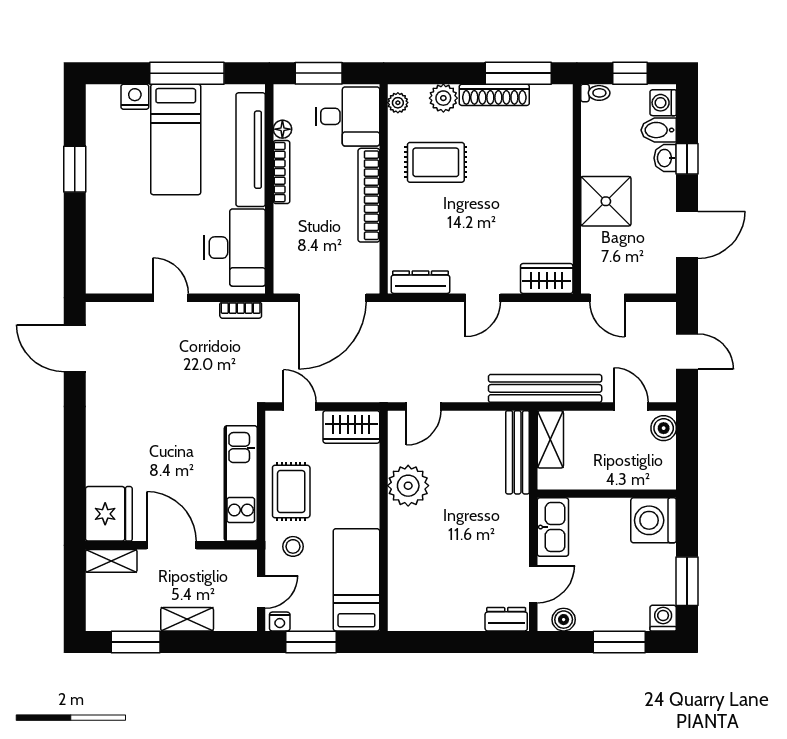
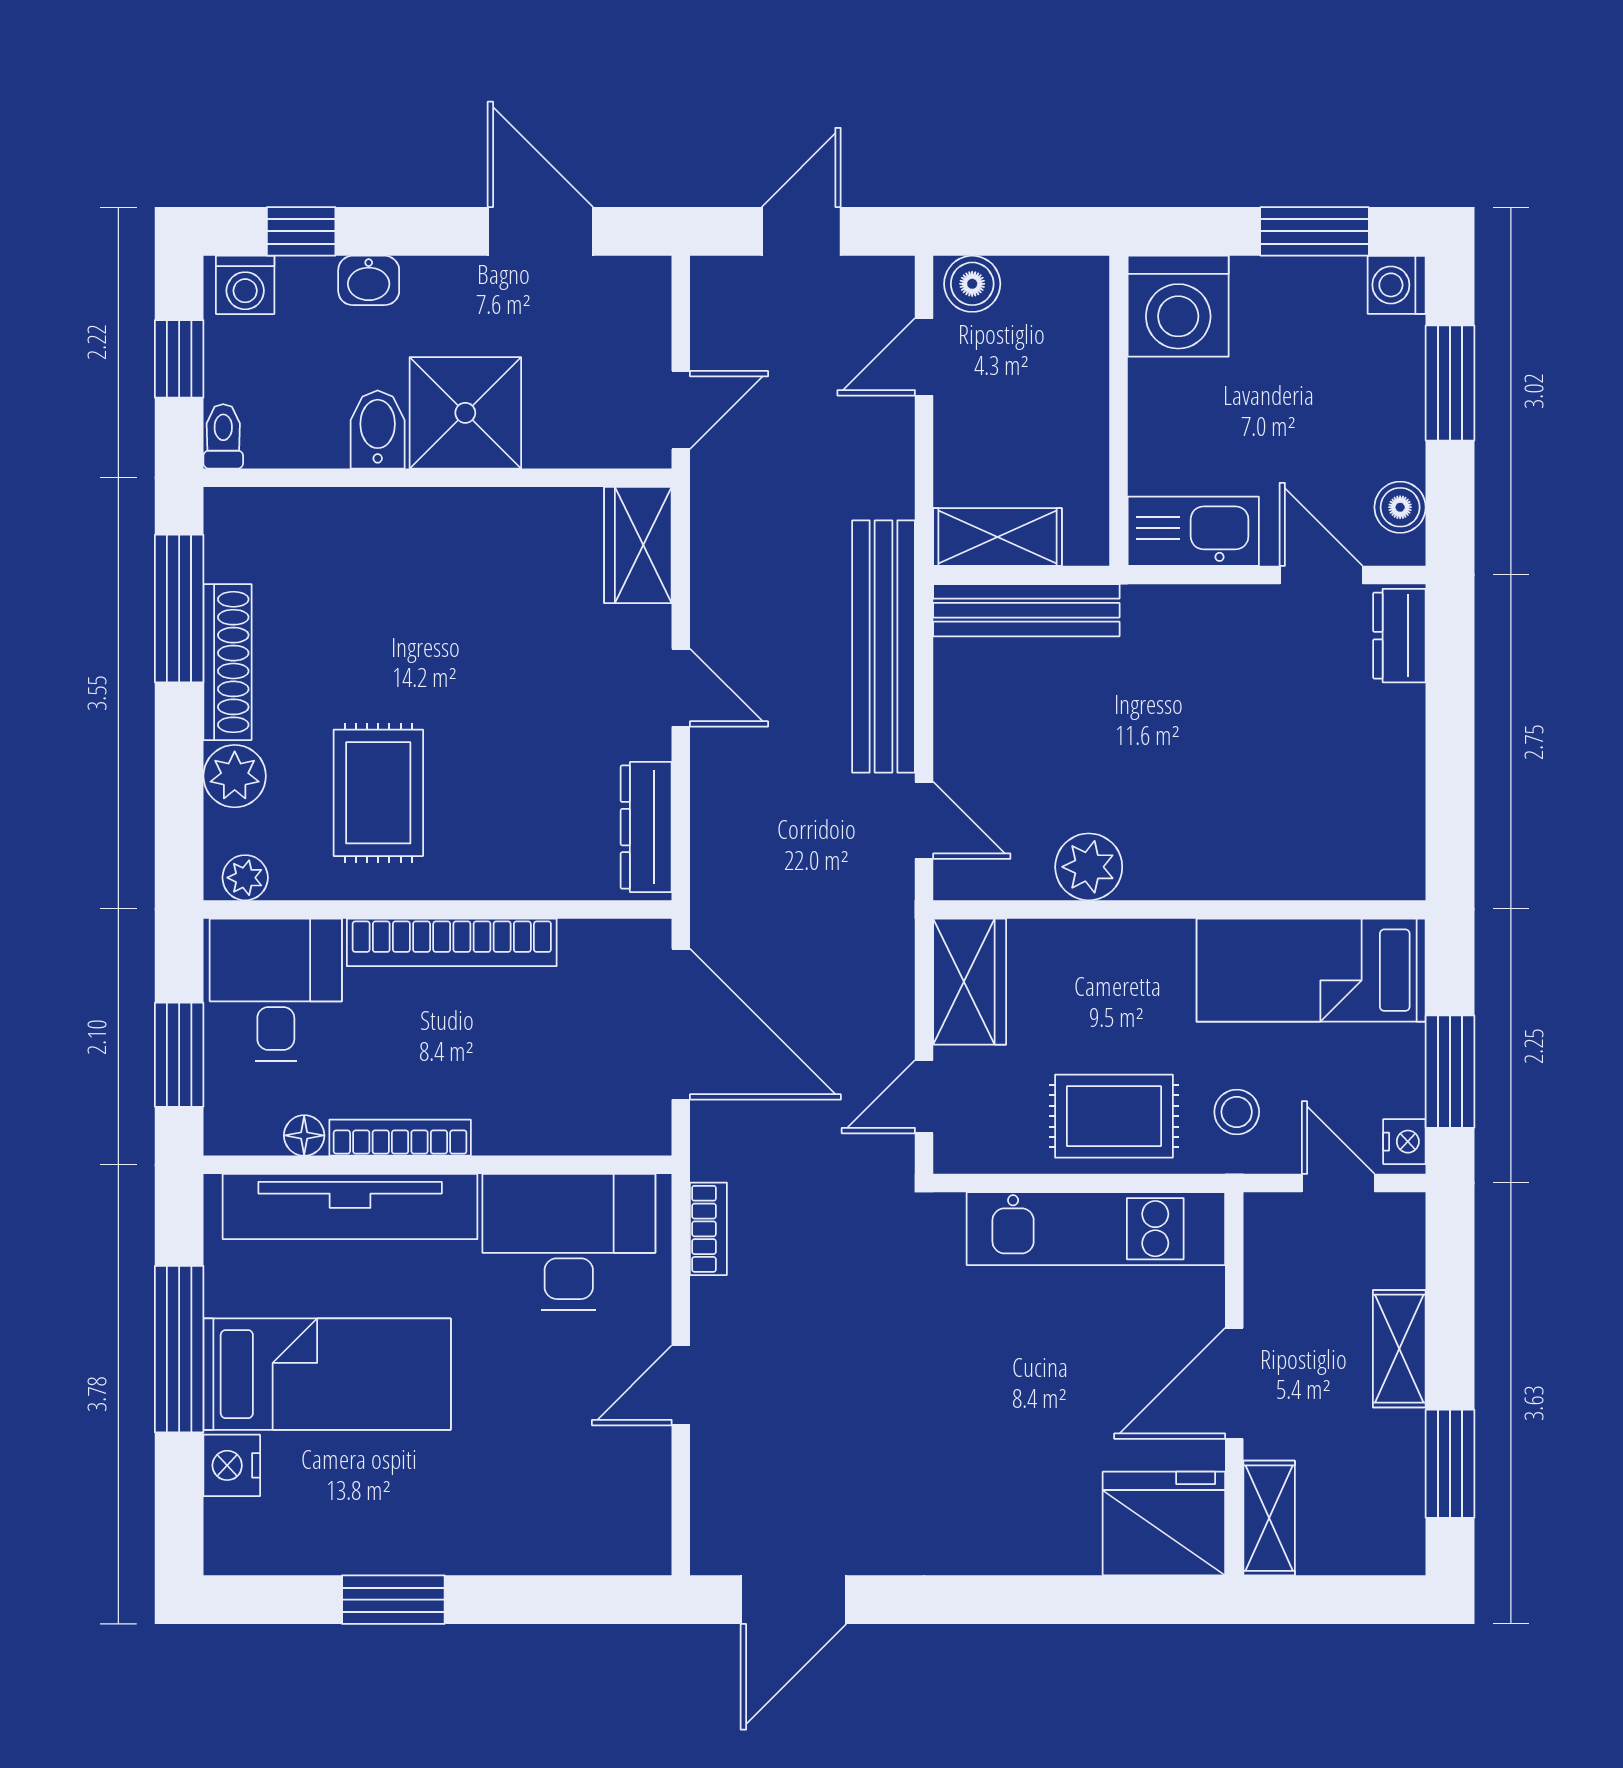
bidet: (659, 130) -> (378, 429), moved, turned 180
window: (687, 159) -> (301, 231), moved
bench: (545, 388) -> (884, 647), moved
plant: (408, 486) -> (1089, 867), width x0.73, depth x0.73

